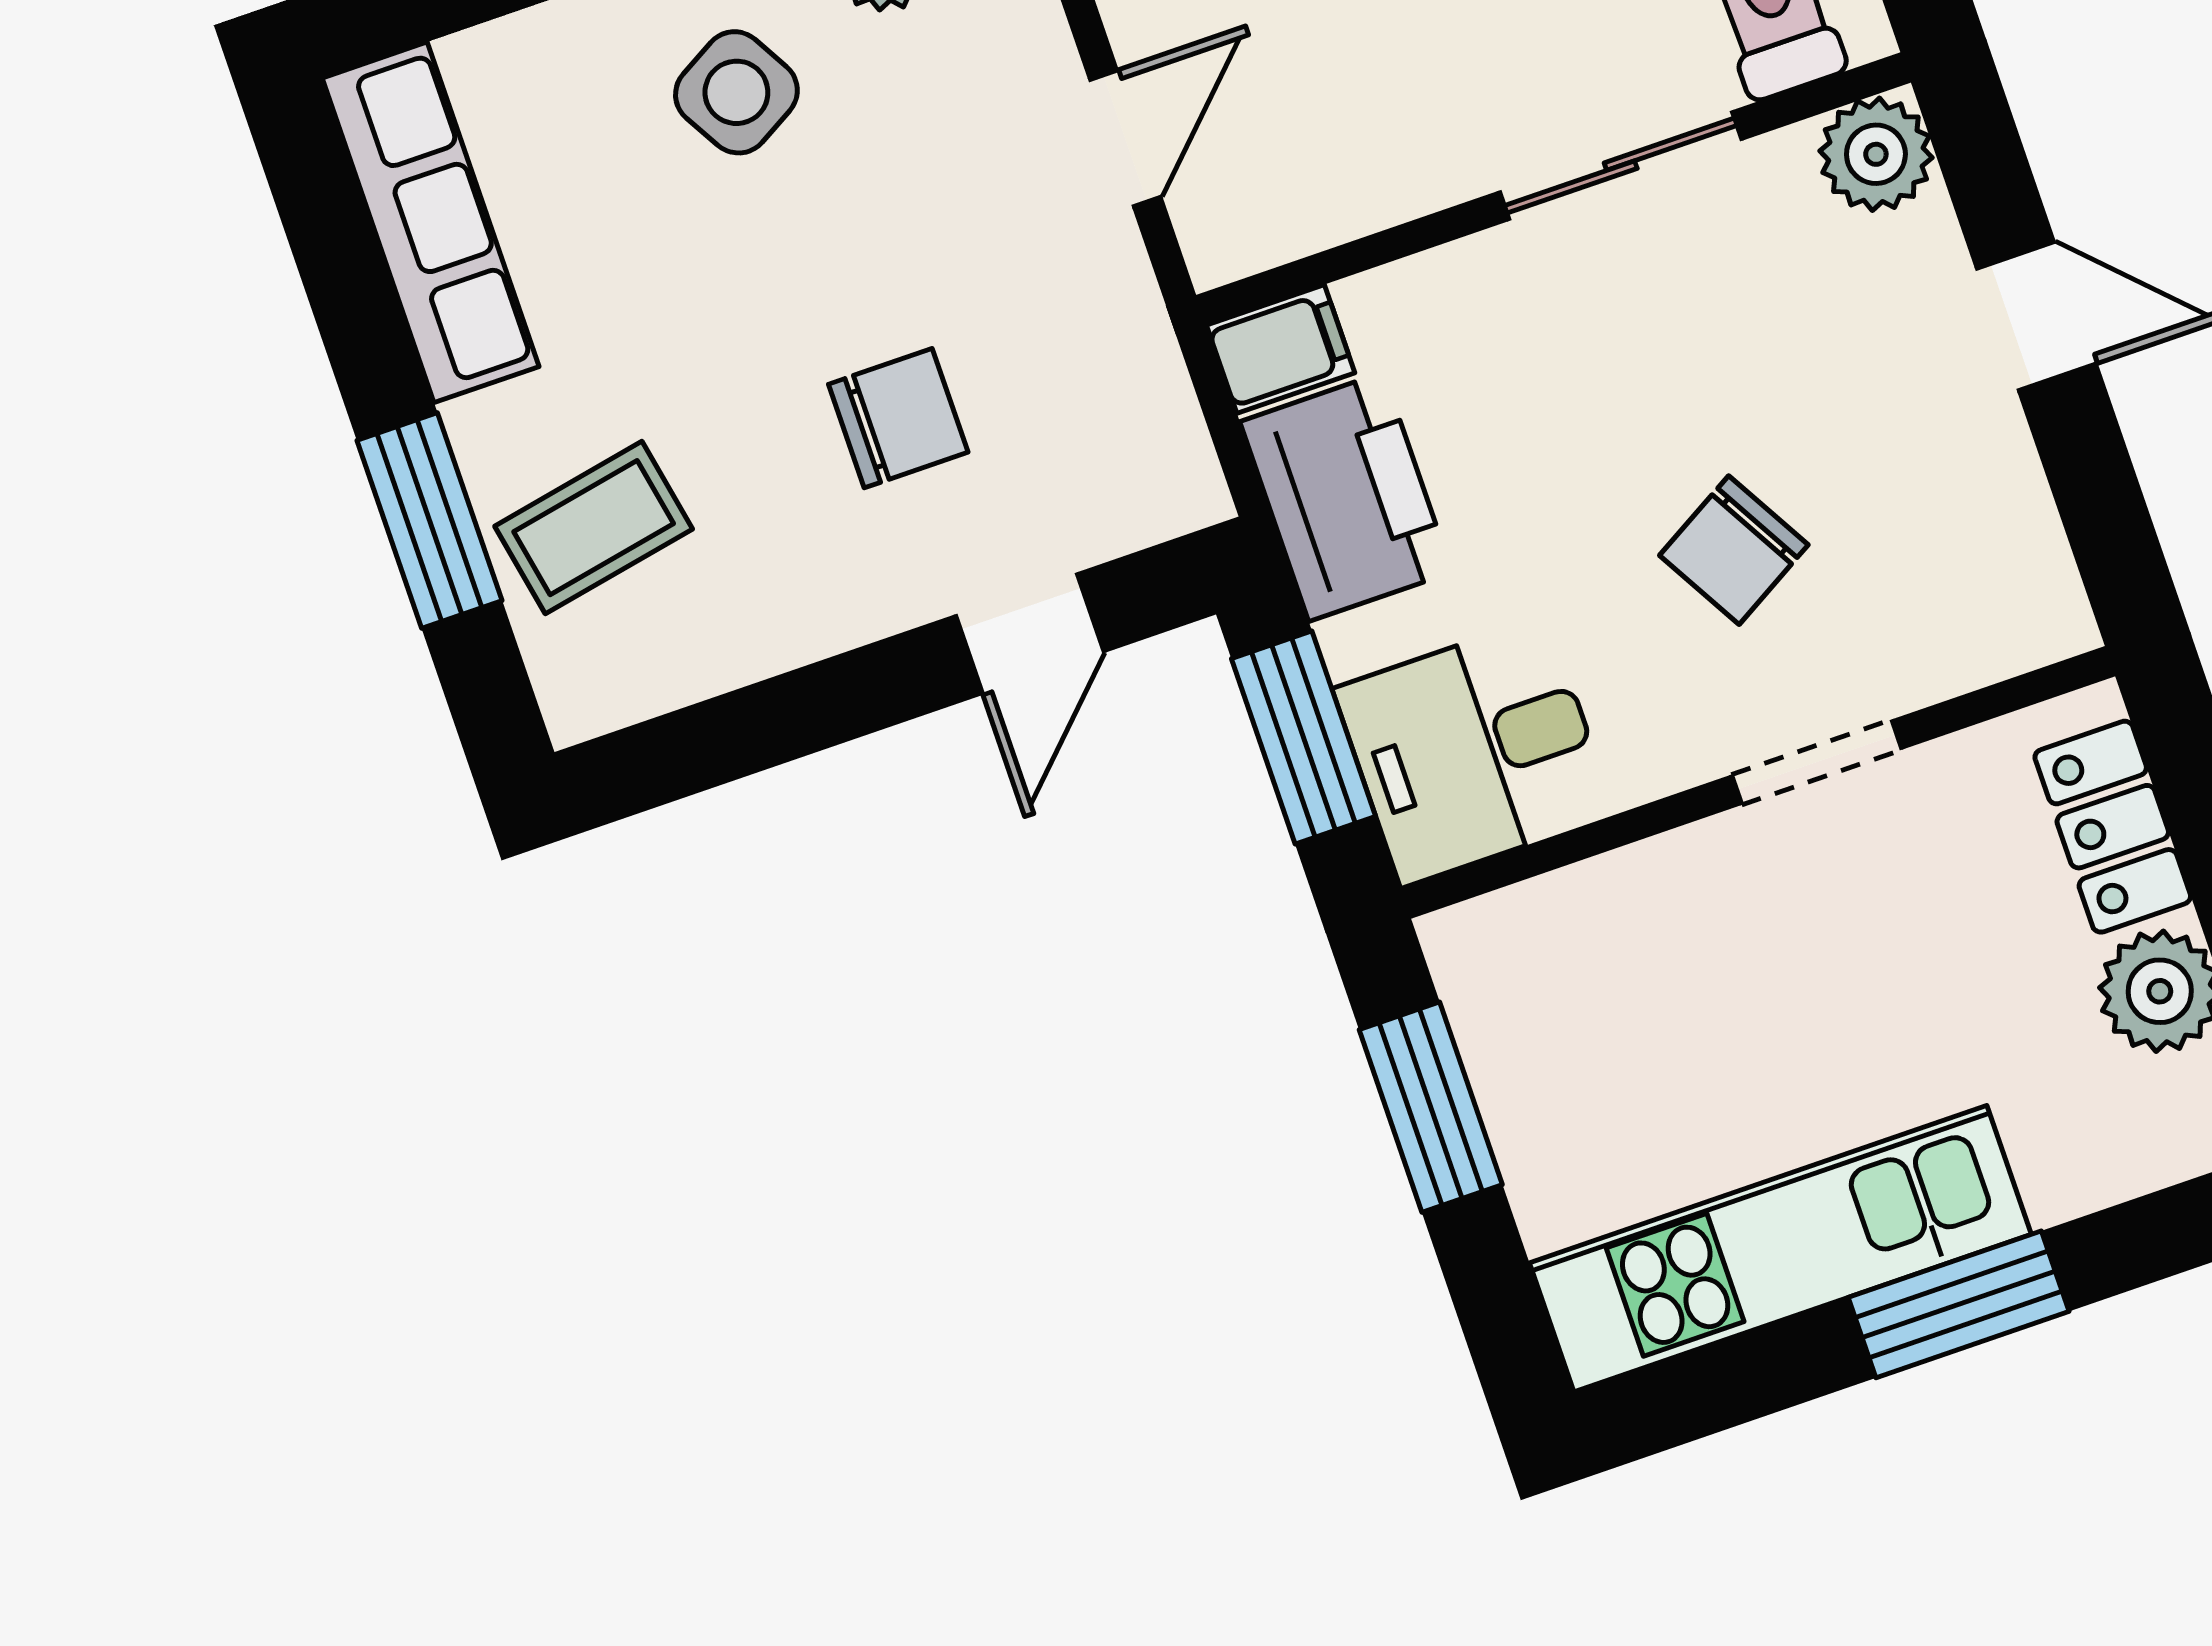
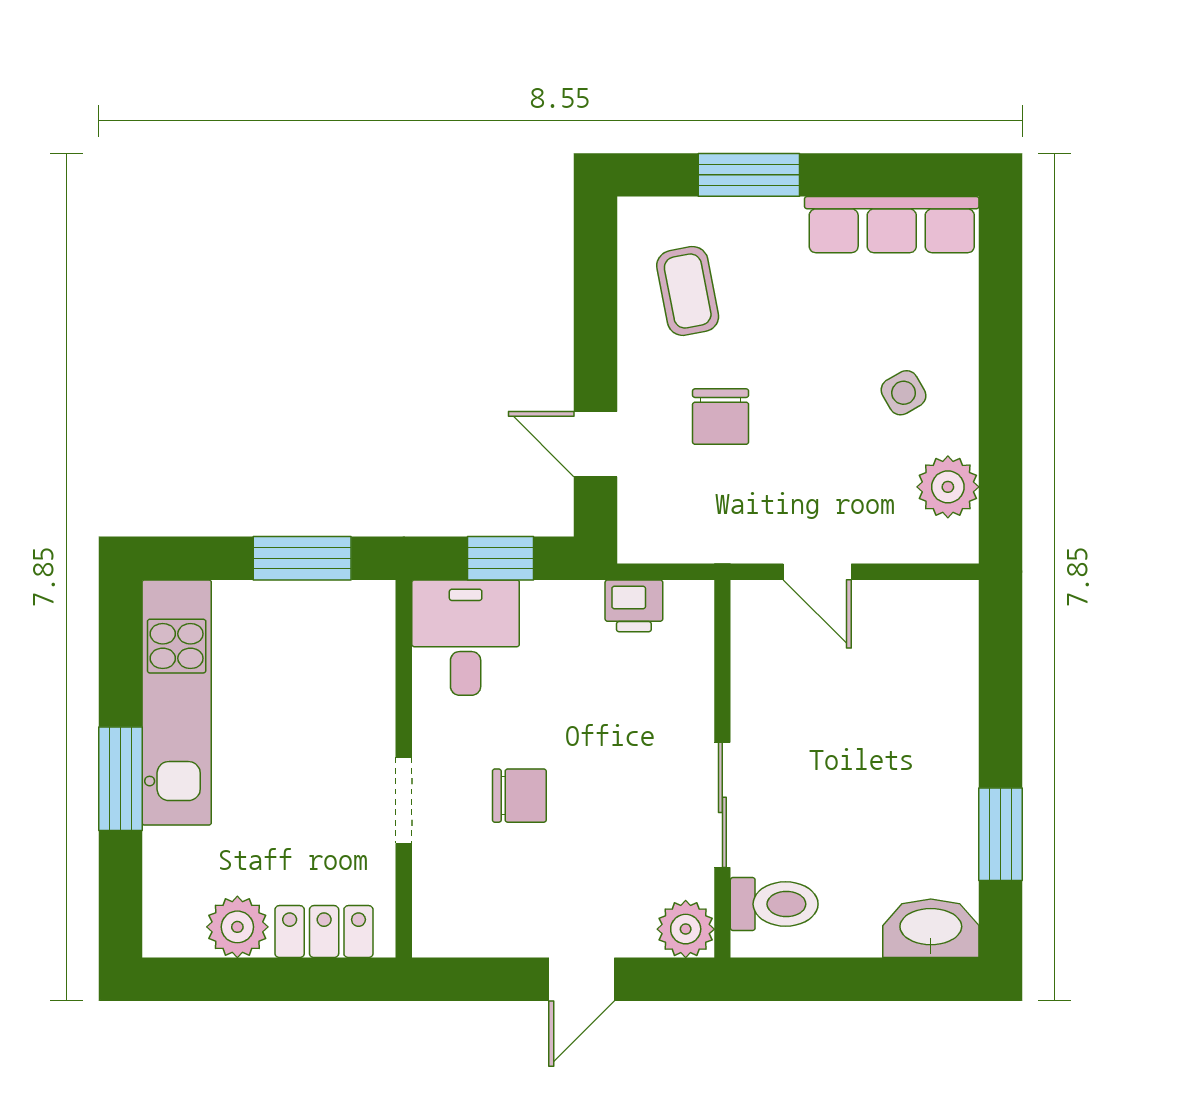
side table: (736, 92) -> (904, 393), width x0.73, depth x0.73
filing cabinet: (1281, 349) -> (691, 611), removed
printer: (1346, 497) -> (634, 606), width x0.53, depth x0.68
coffee table: (594, 528) -> (688, 291), moved
chair: (1734, 550) -> (519, 796), turned 120
window: (1303, 737) -> (500, 558), width x0.67

